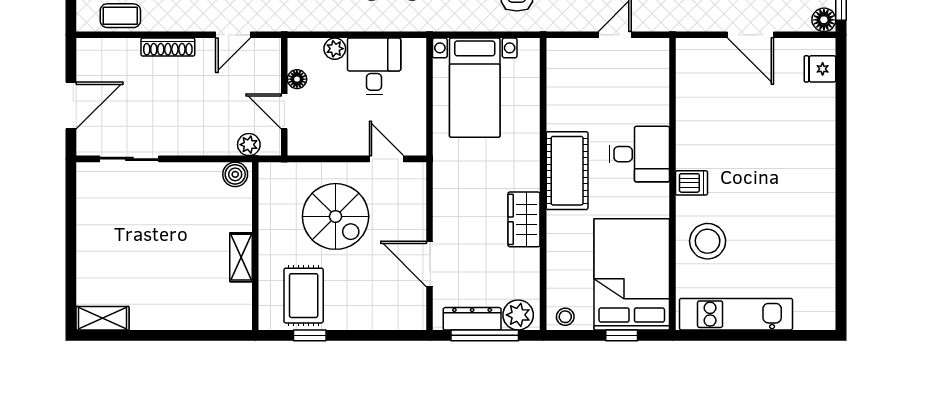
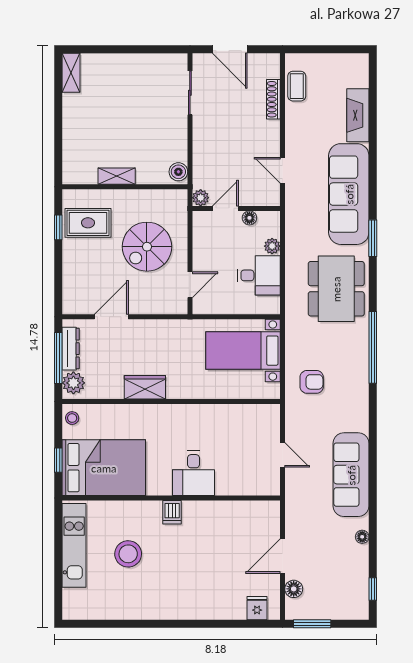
floor lamp: (824, 20) -> (294, 589), moved
shoe rack: (168, 47) -> (273, 99), moved
plant: (249, 145) -> (201, 198), moved
cot: (567, 171) -> (181, 419), removed
stool: (708, 241) -> (128, 554), moved

